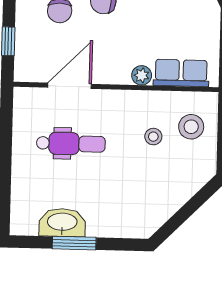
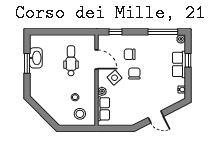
side table: (112, 46) -> (115, 78), added
dental chair: (71, 144) -> (71, 61), turned 180

